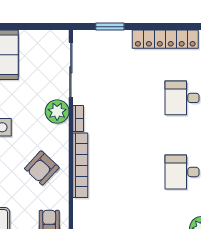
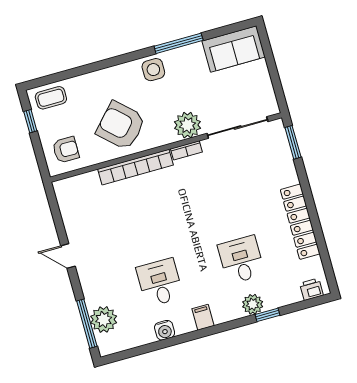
window: (110, 27) -> (293, 142), moved
armchair: (42, 168) -> (121, 126), width x1.36, depth x1.36

